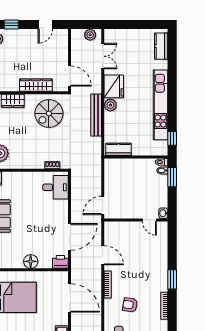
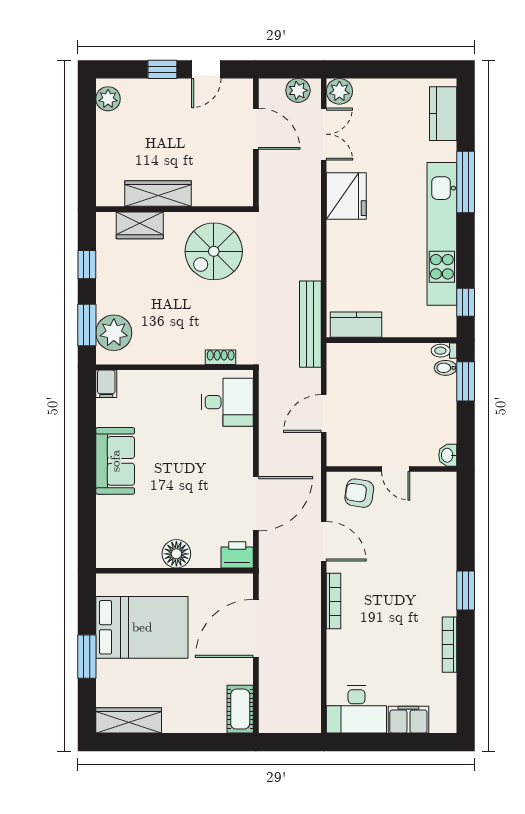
window: (11, 24) -> (162, 69), moved
door: (70, 76) -> (256, 129), moved
window: (172, 80) -> (466, 182), added
wardrobe: (36, 85) -> (158, 193), moved
plant: (110, 105) -> (339, 91), moved
bench: (96, 115) -> (310, 324), moved
door: (103, 205) -> (324, 414), moved
door: (149, 220) -> (396, 469), moved
door: (70, 298) -> (256, 628), swing flipped
armchair: (130, 305) -> (359, 493), moved

